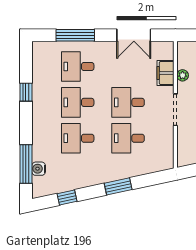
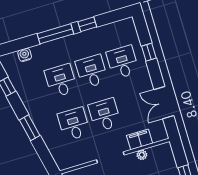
window: (75, 35) -> (149, 52), width x0.46
window: (26, 164) -> (55, 34), moved

